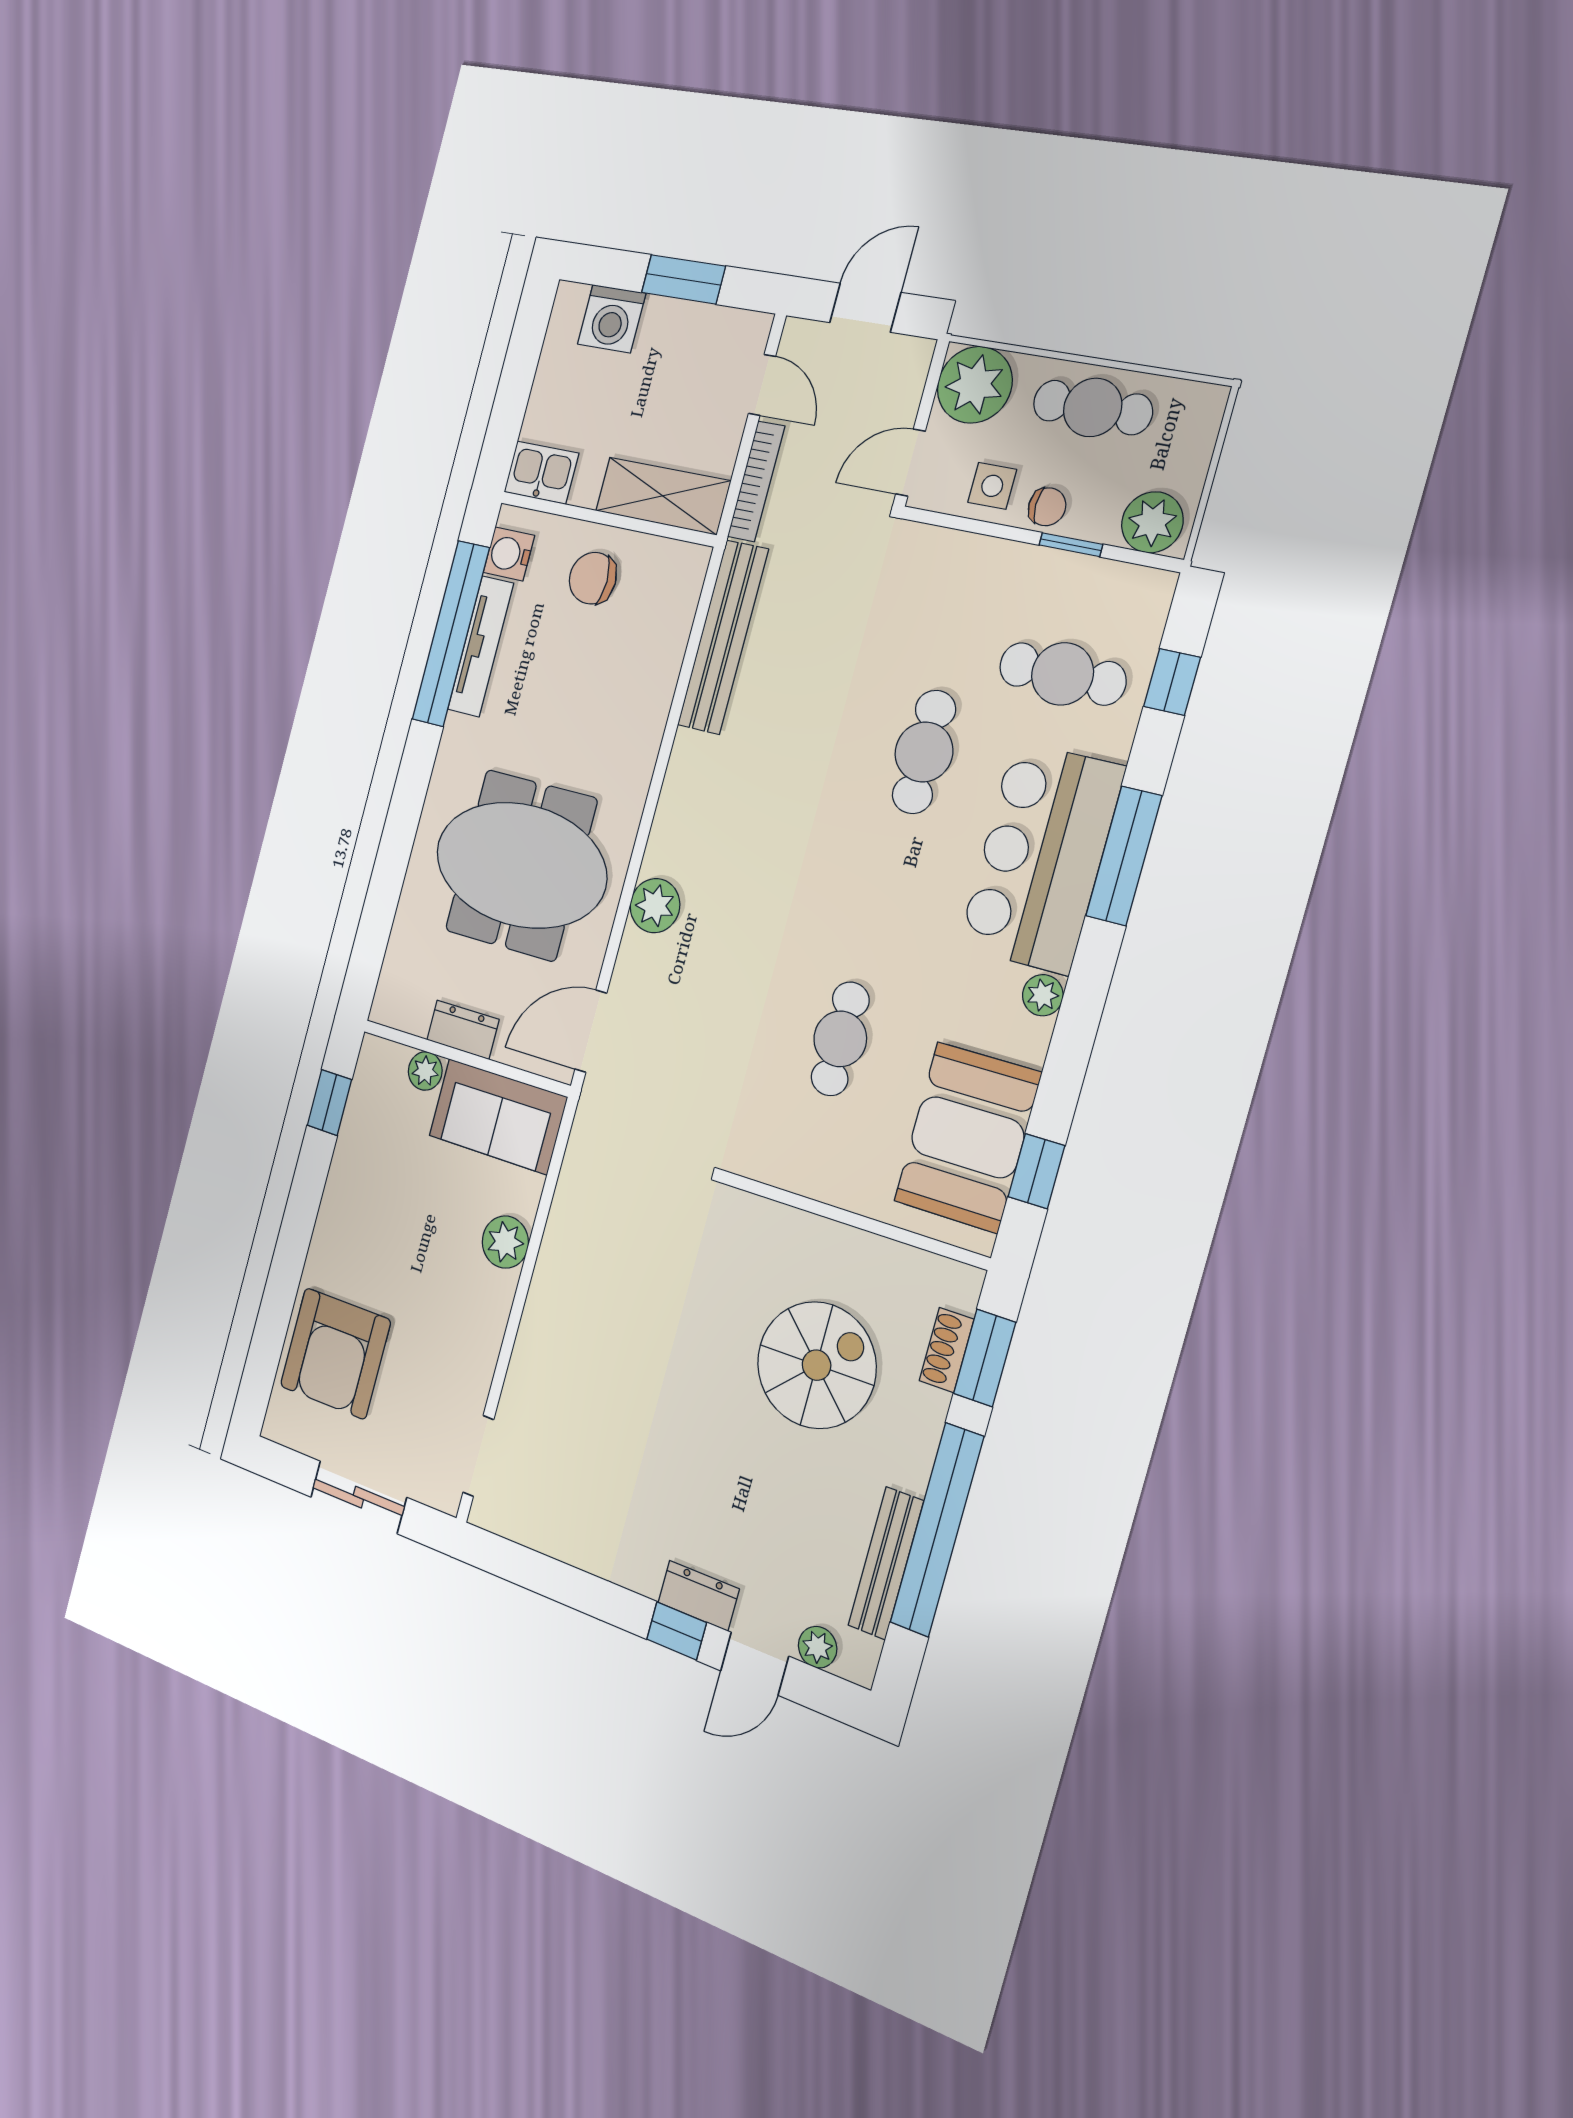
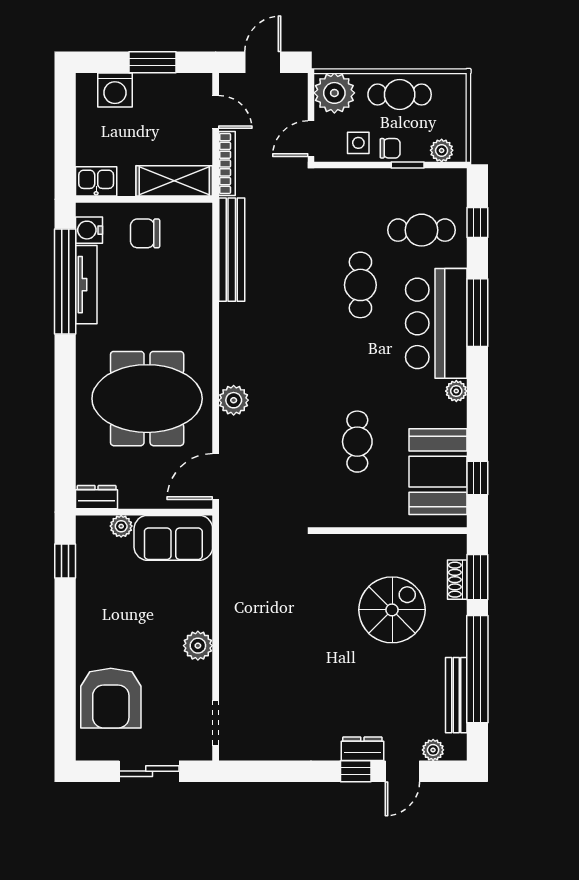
plant: (1152, 522) -> (442, 150), width x0.73, depth x0.73
dresser: (463, 1030) -> (97, 497), moved
plant: (505, 1242) -> (198, 646), moved

